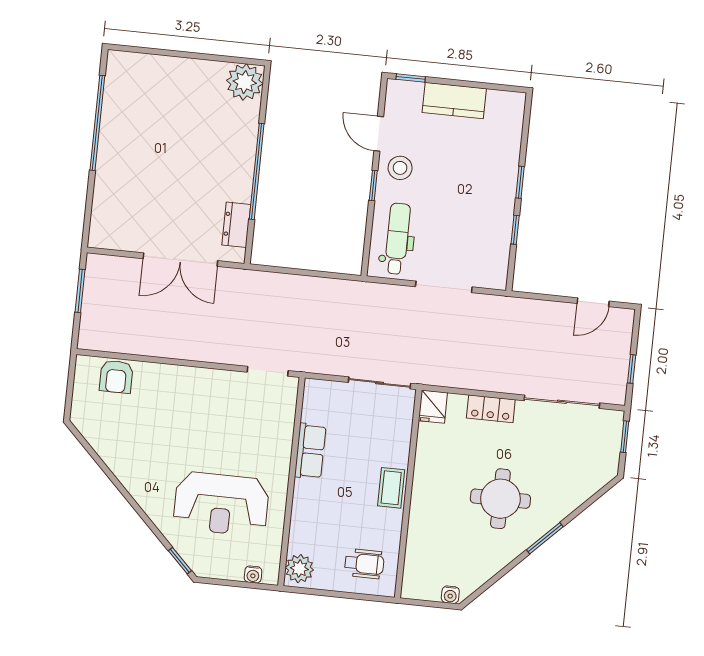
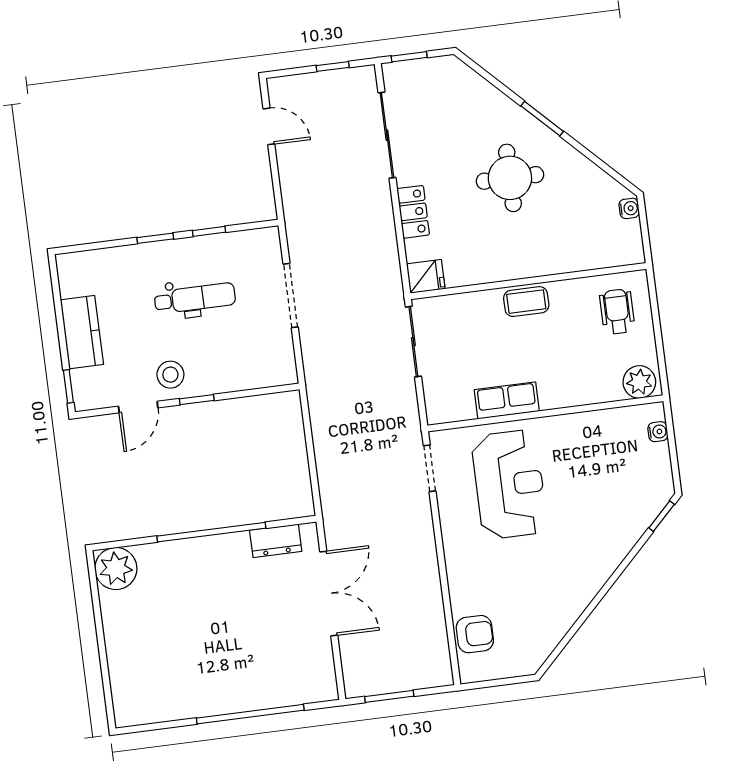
window: (97, 123) -> (250, 714), moved
dental chair: (397, 239) -> (195, 298), moved, turned 180
reception desk: (221, 504) -> (509, 484), moved

